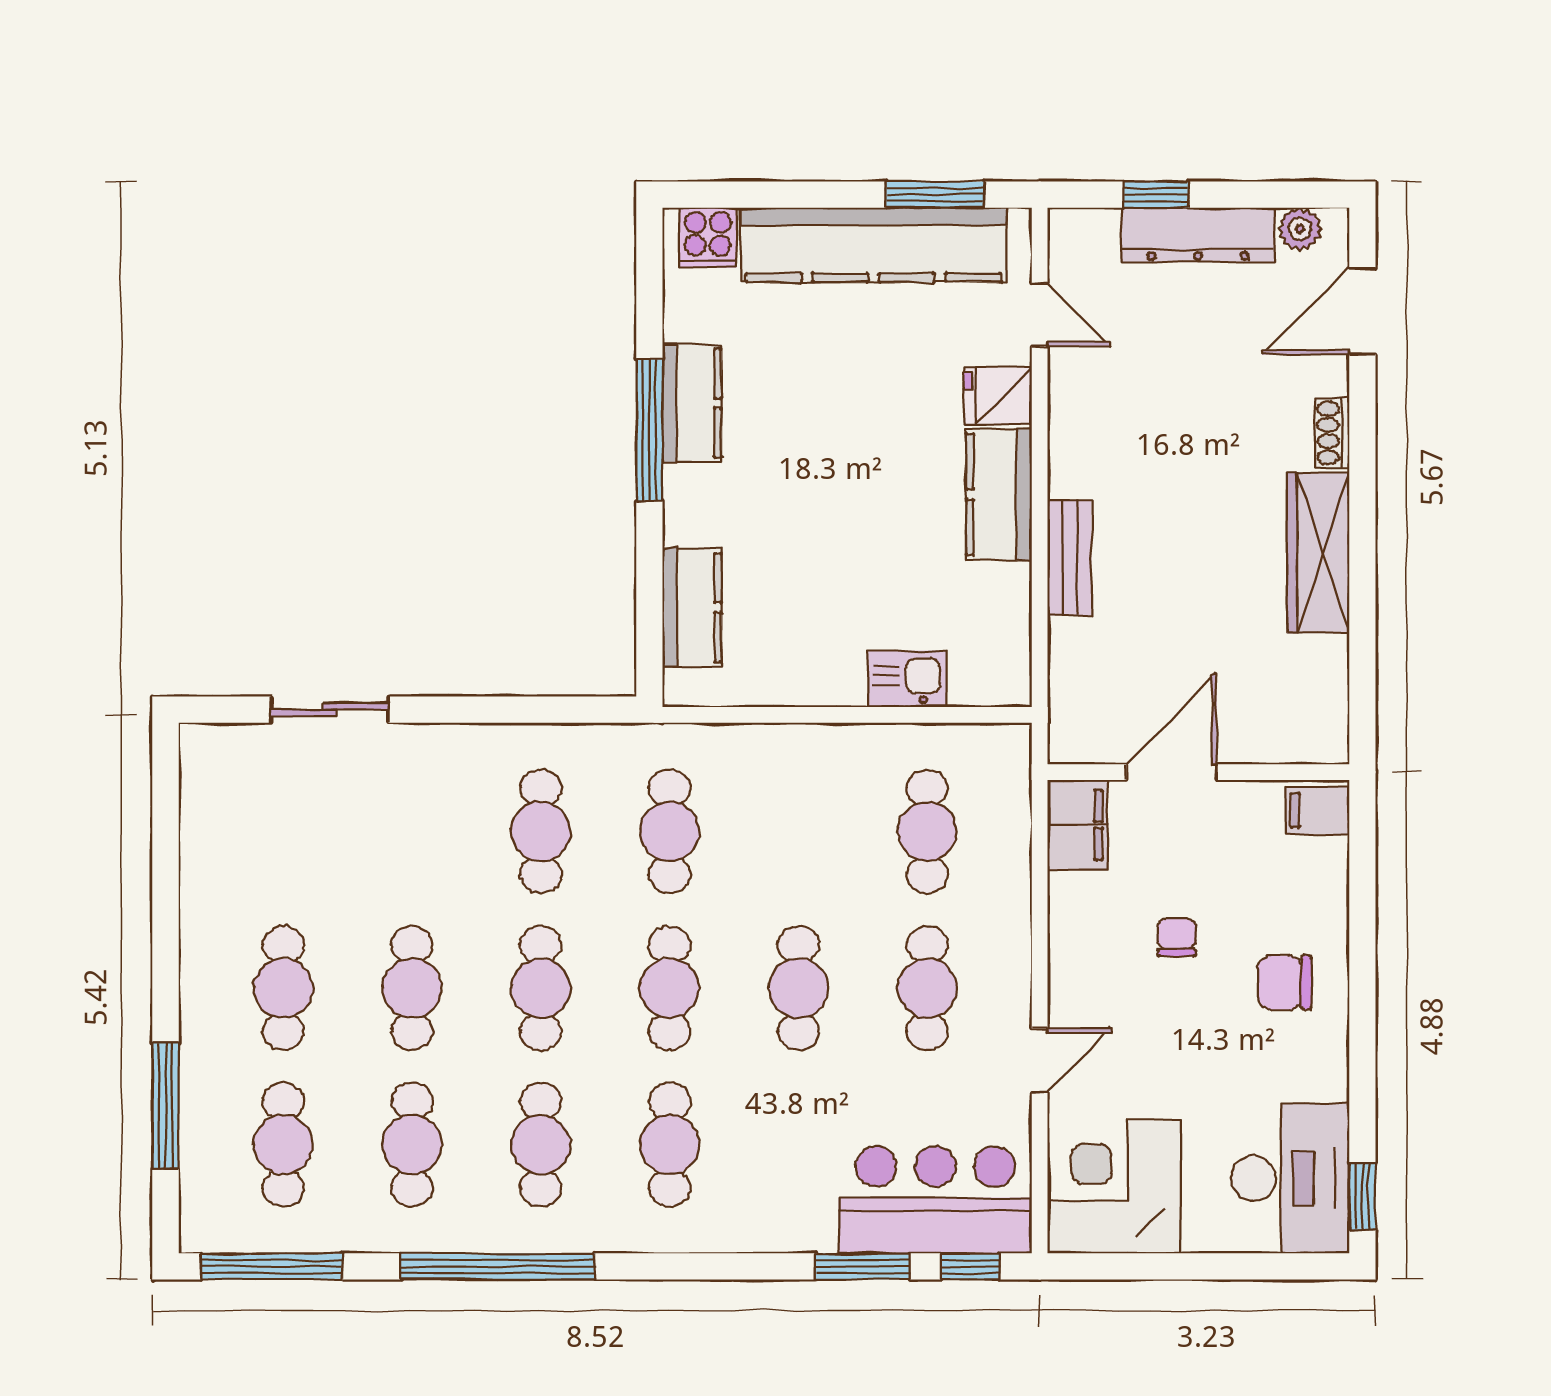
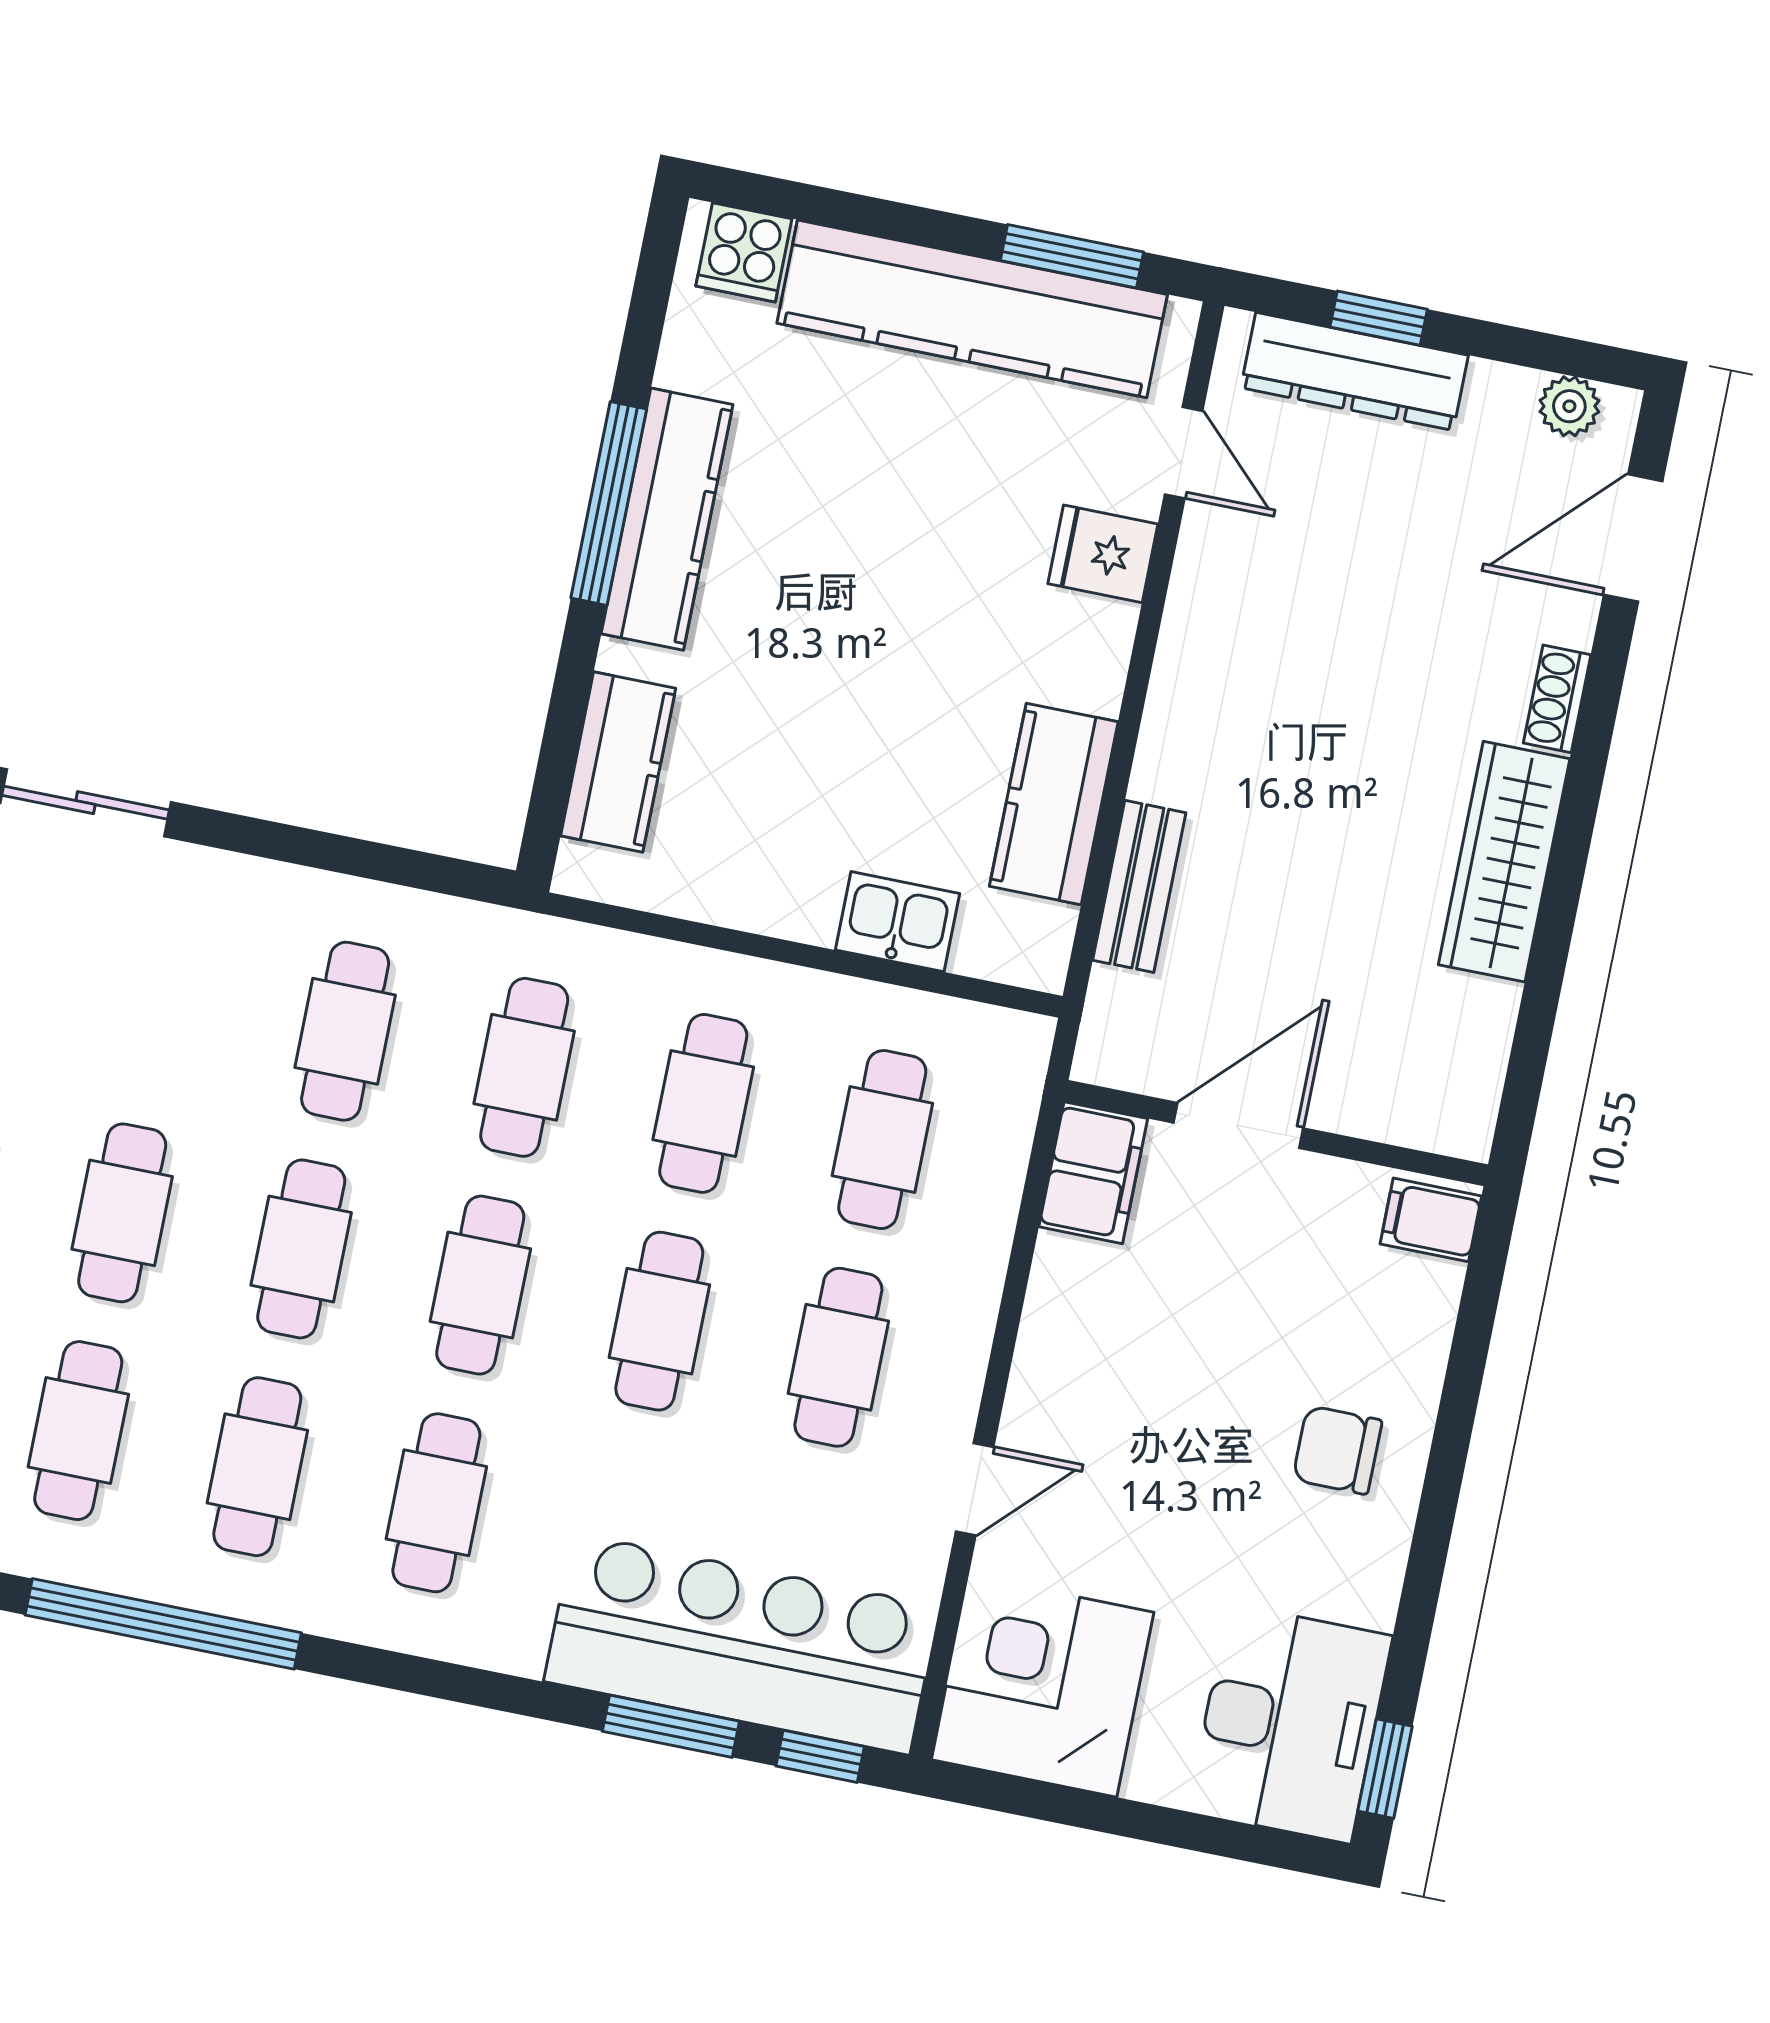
dresser: (1198, 235) -> (1355, 371), moved
kitchen counter: (692, 403) -> (667, 519), width x1.50
kitchen counter: (999, 494) -> (1054, 804), moved
bench: (1069, 558) -> (1139, 886), moved
cafe table: (798, 831) -> (703, 1103), added
chair: (1177, 937) -> (1200, 1357), removed
bar counter: (935, 1200) -> (742, 1644), width x1.36

